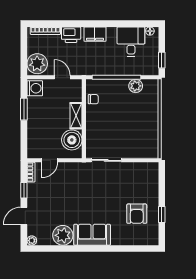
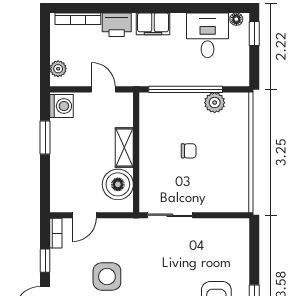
window: (162, 60) -> (254, 33), moved
plant: (37, 64) -> (58, 69), width x0.53, depth x0.53
chair: (93, 99) -> (189, 151), moved
side table: (65, 201) -> (107, 277), added

